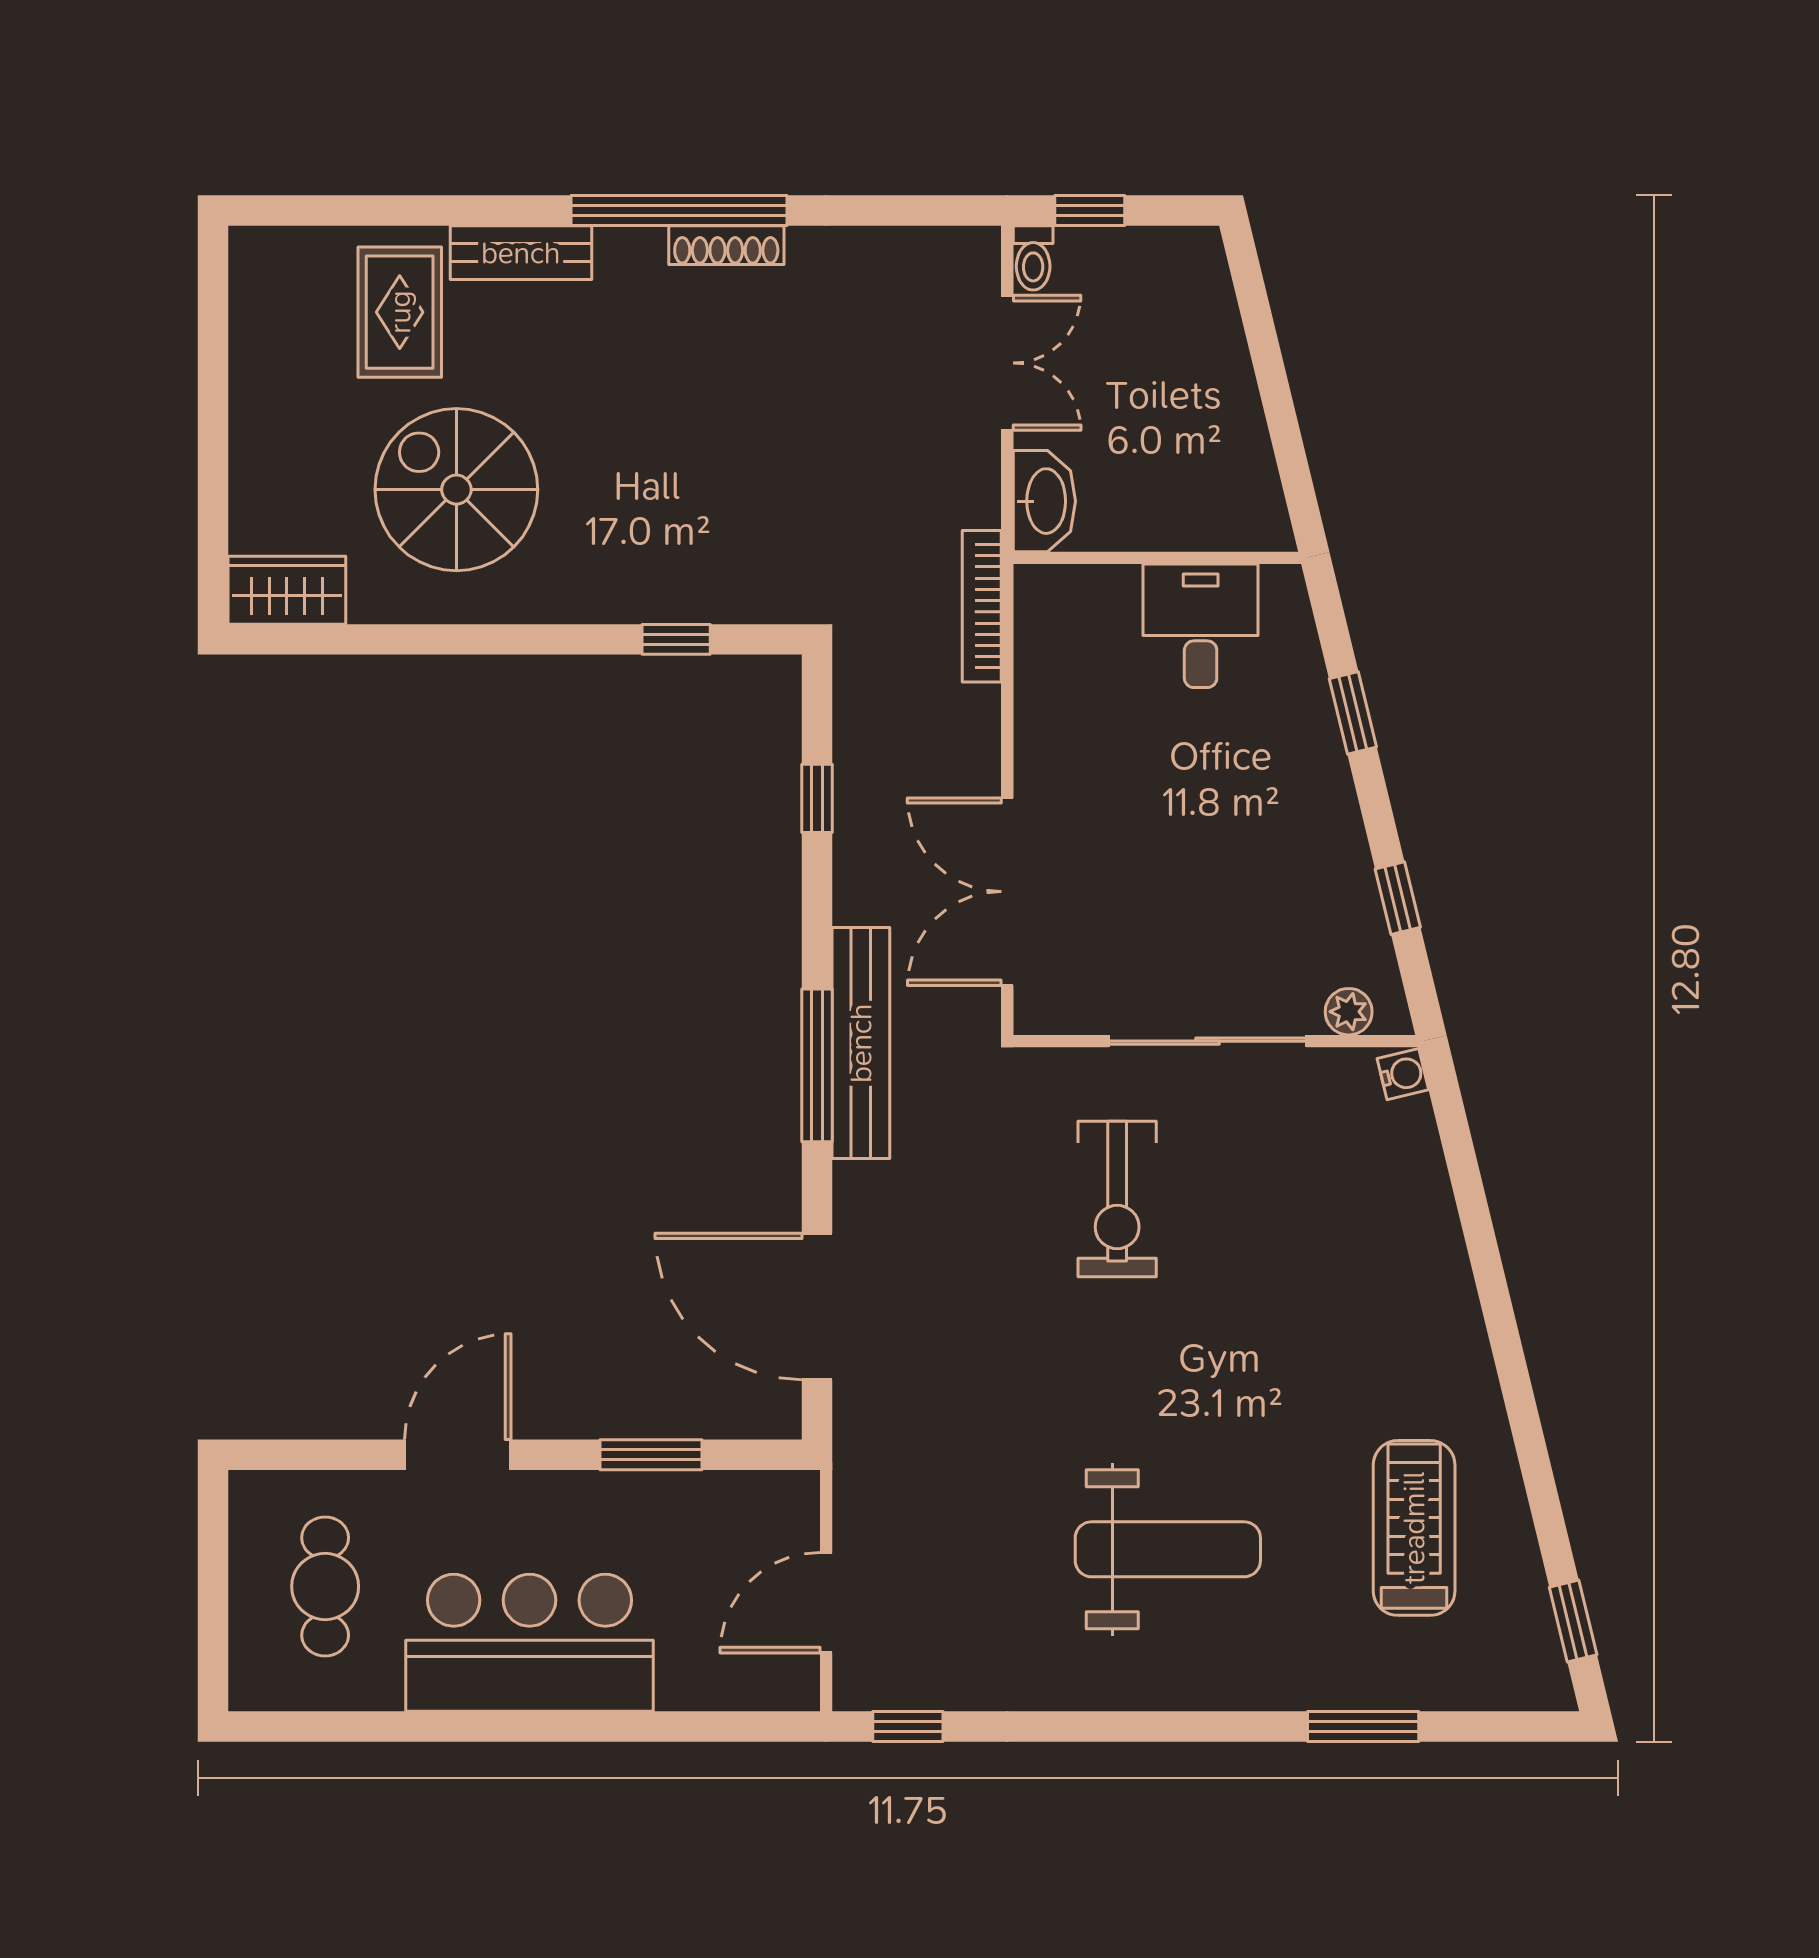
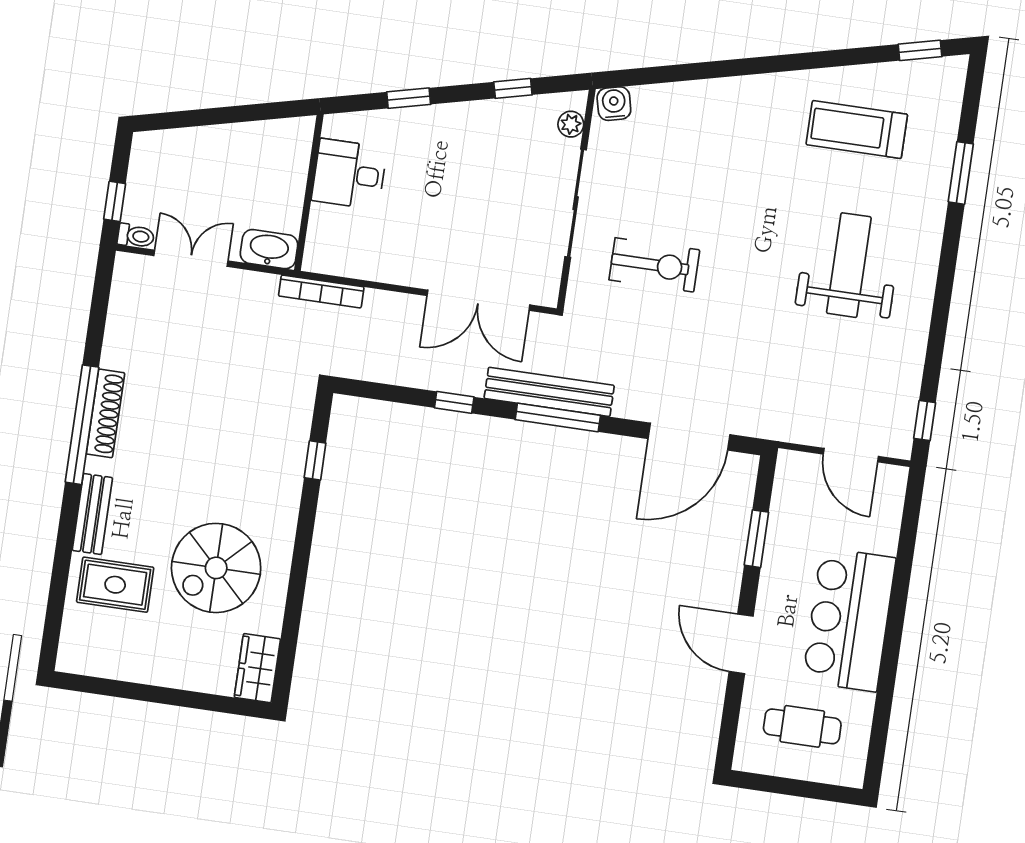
shoe rack: (726, 245) -> (105, 413), width x1.36, depth x1.24
window: (817, 798) -> (454, 402), moved
water cooler: (1403, 1074) -> (614, 104), width x1.38, depth x1.38

